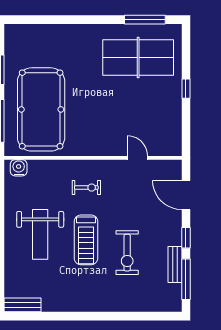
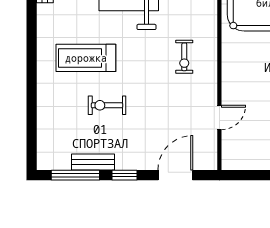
treadmill: (86, 240) -> (86, 58), moved
exercise bike: (127, 253) -> (107, 105), width x0.73, depth x0.72

